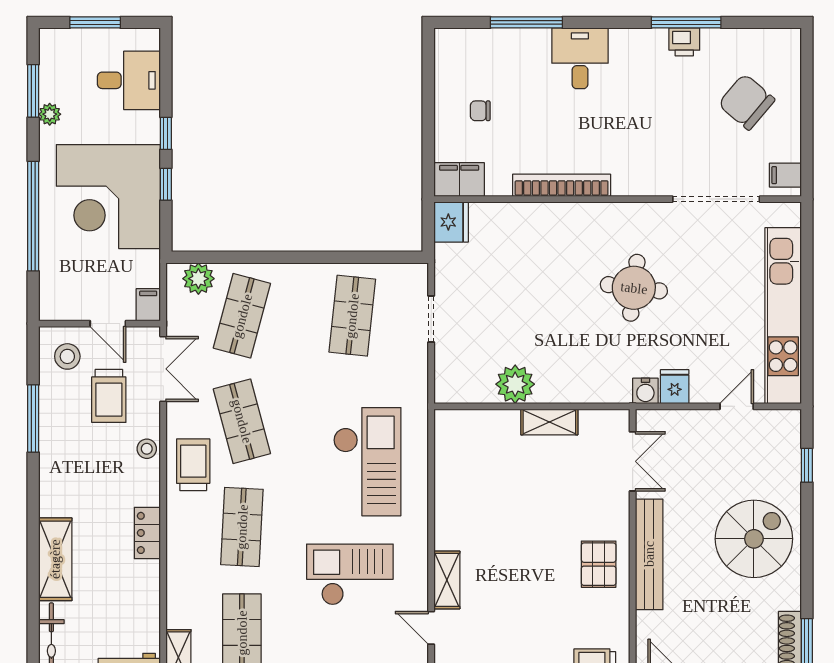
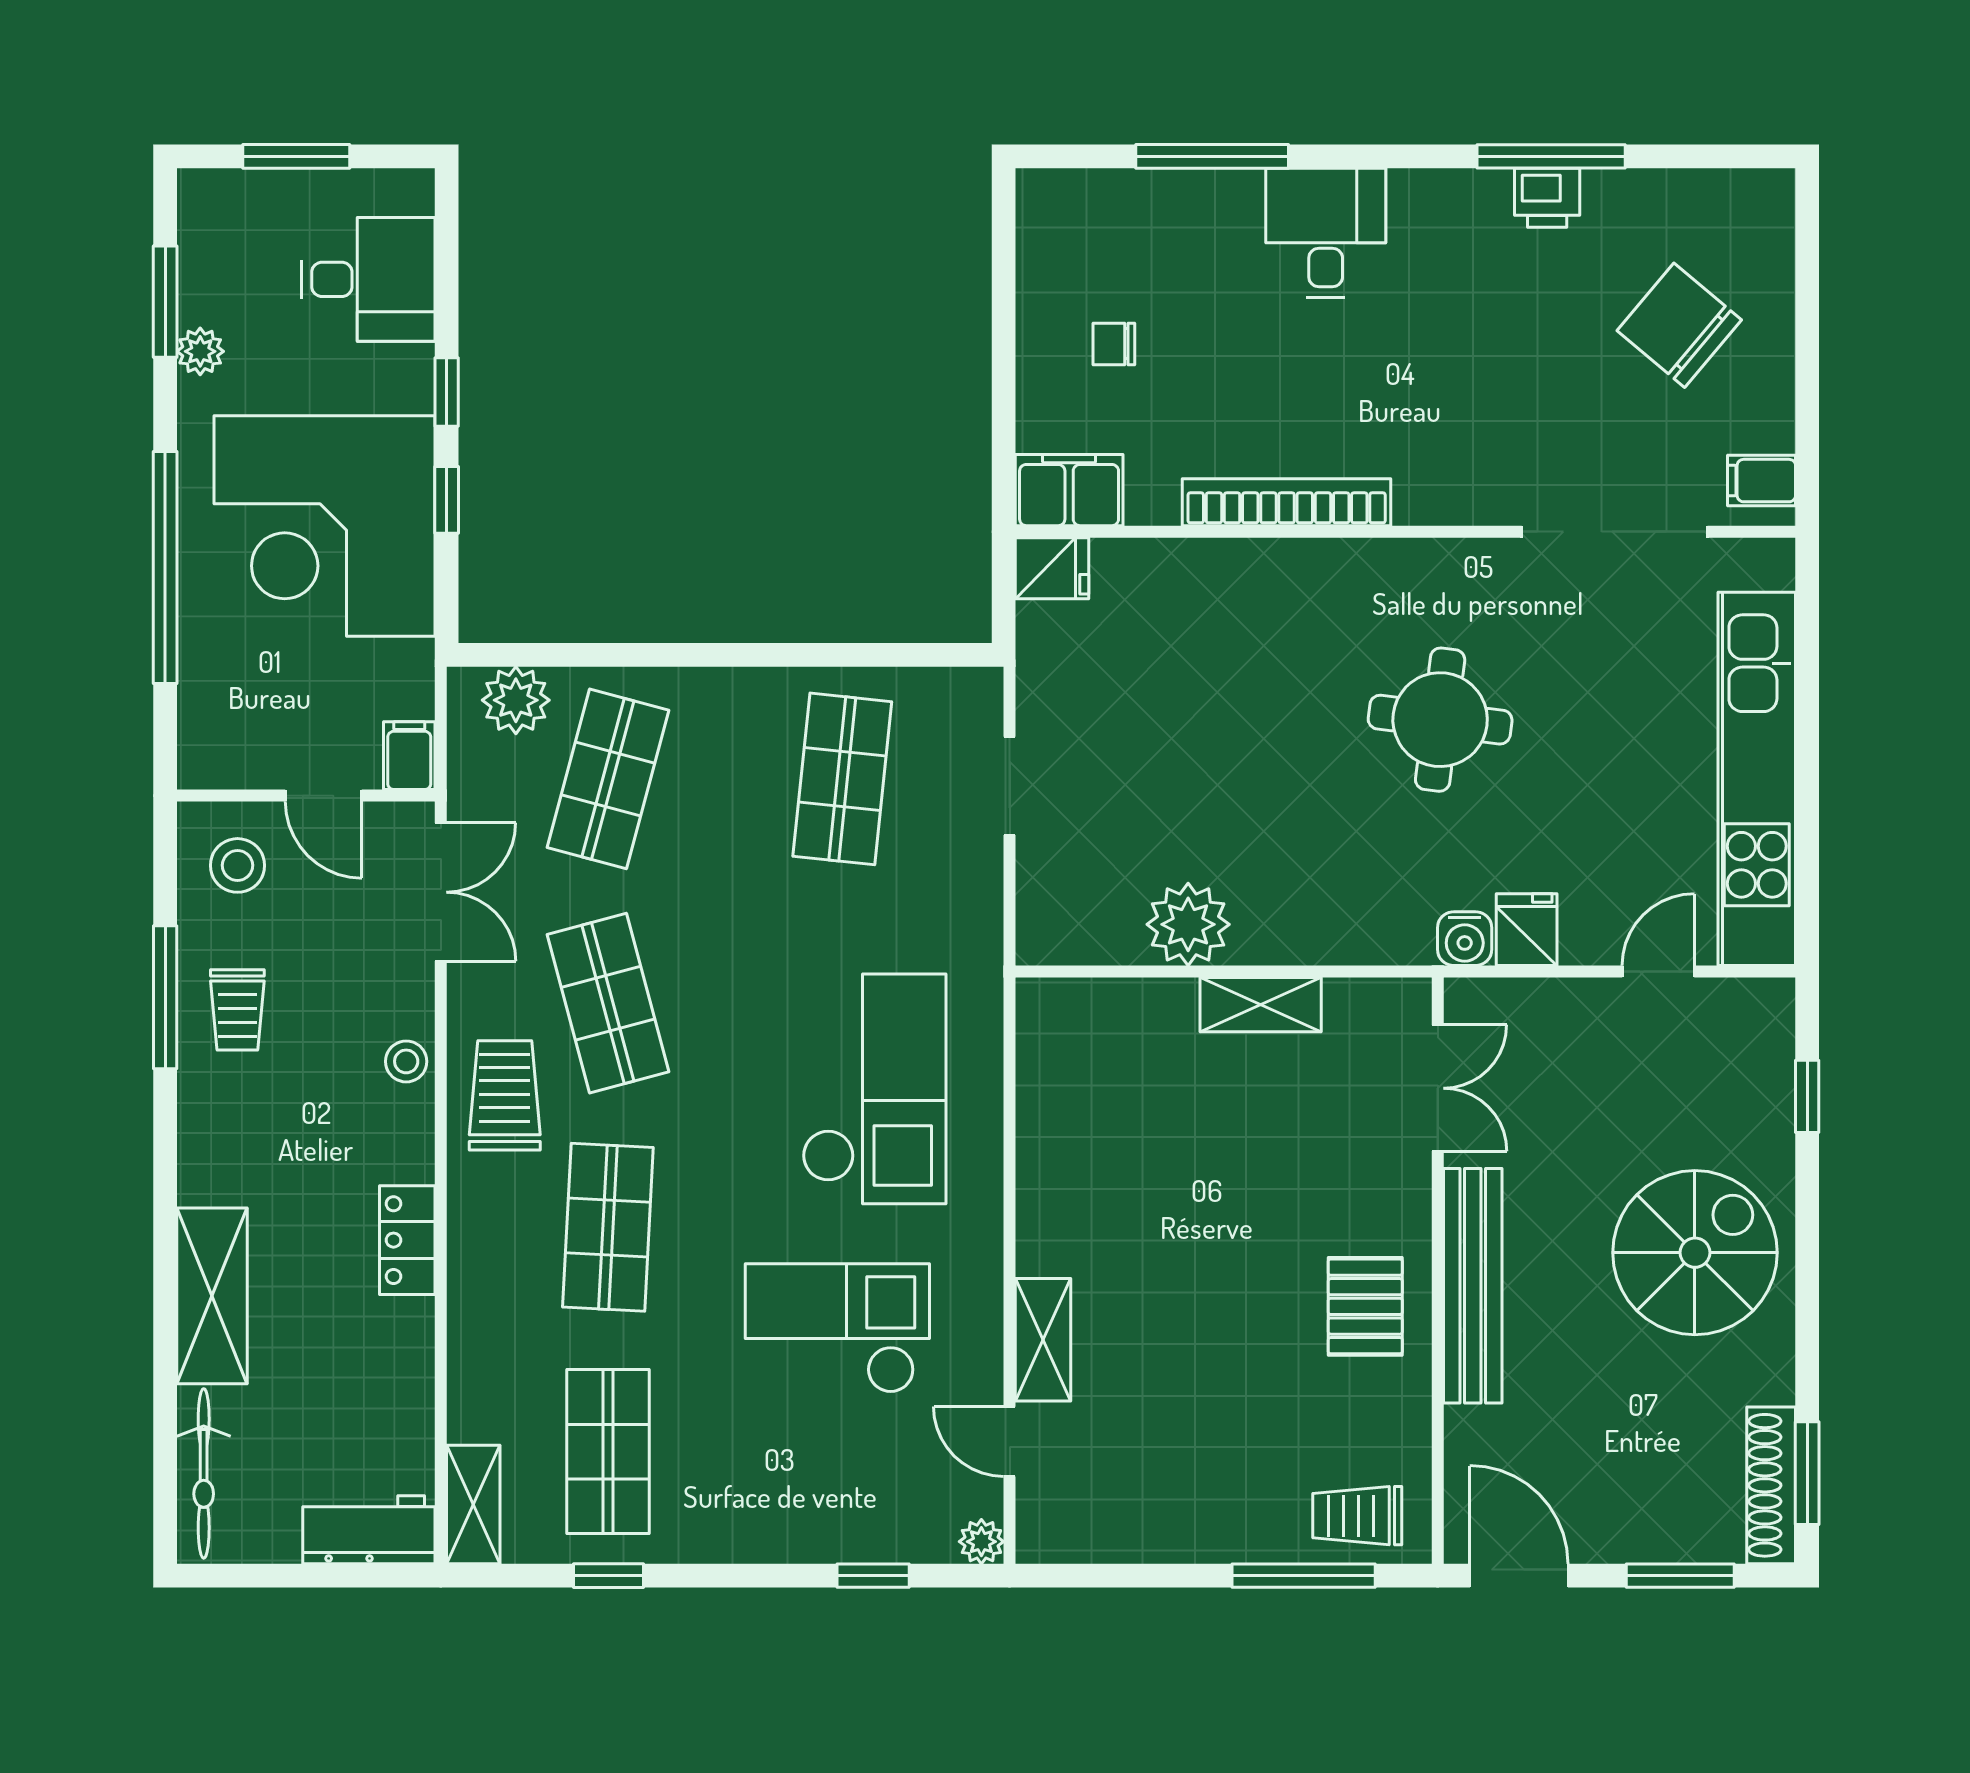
fridge: (451, 222) -> (1052, 568), width x0.72
trolley: (109, 396) -> (237, 1010), moved, width x0.73, depth x0.72

